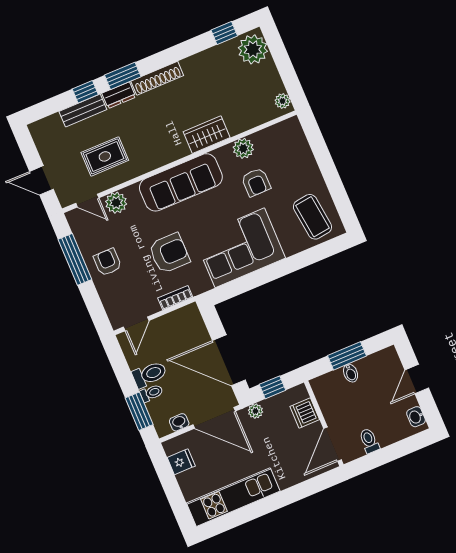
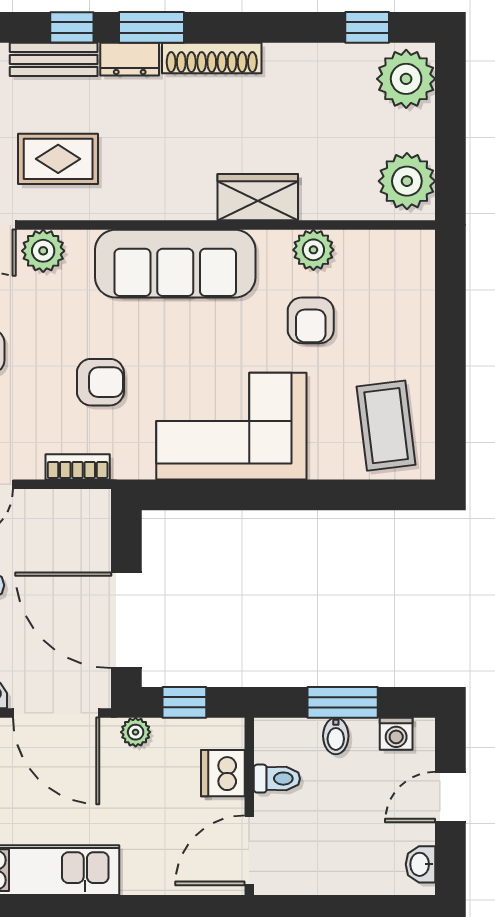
plant: (282, 101) -> (407, 181), width x1.88, depth x1.88
armchair: (169, 253) -> (100, 382), width x0.72, depth x0.72
washing machine: (379, 360) -> (396, 734), added
toilet: (369, 441) -> (277, 779), moved, turned 90

